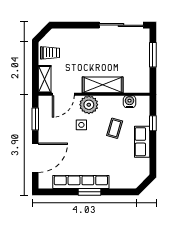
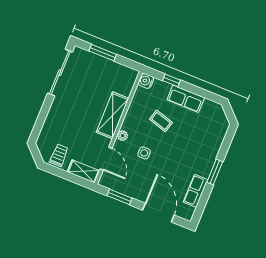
water cooler: (130, 102) -> (146, 81), moved
plant: (89, 105) -> (123, 136), width x0.53, depth x0.53
row of seats: (81, 182) -> (196, 191), width x0.50

